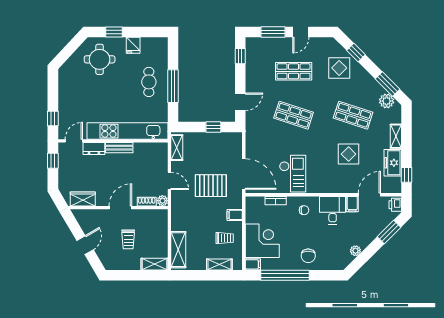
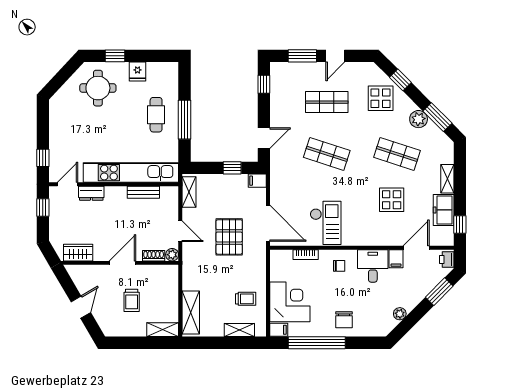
plant: (387, 101) -> (419, 119), moved
bench: (119, 148) -> (143, 192), moved
pallet: (211, 186) -> (229, 237), turned 90
filing cabinet: (235, 215) -> (257, 181), moved

